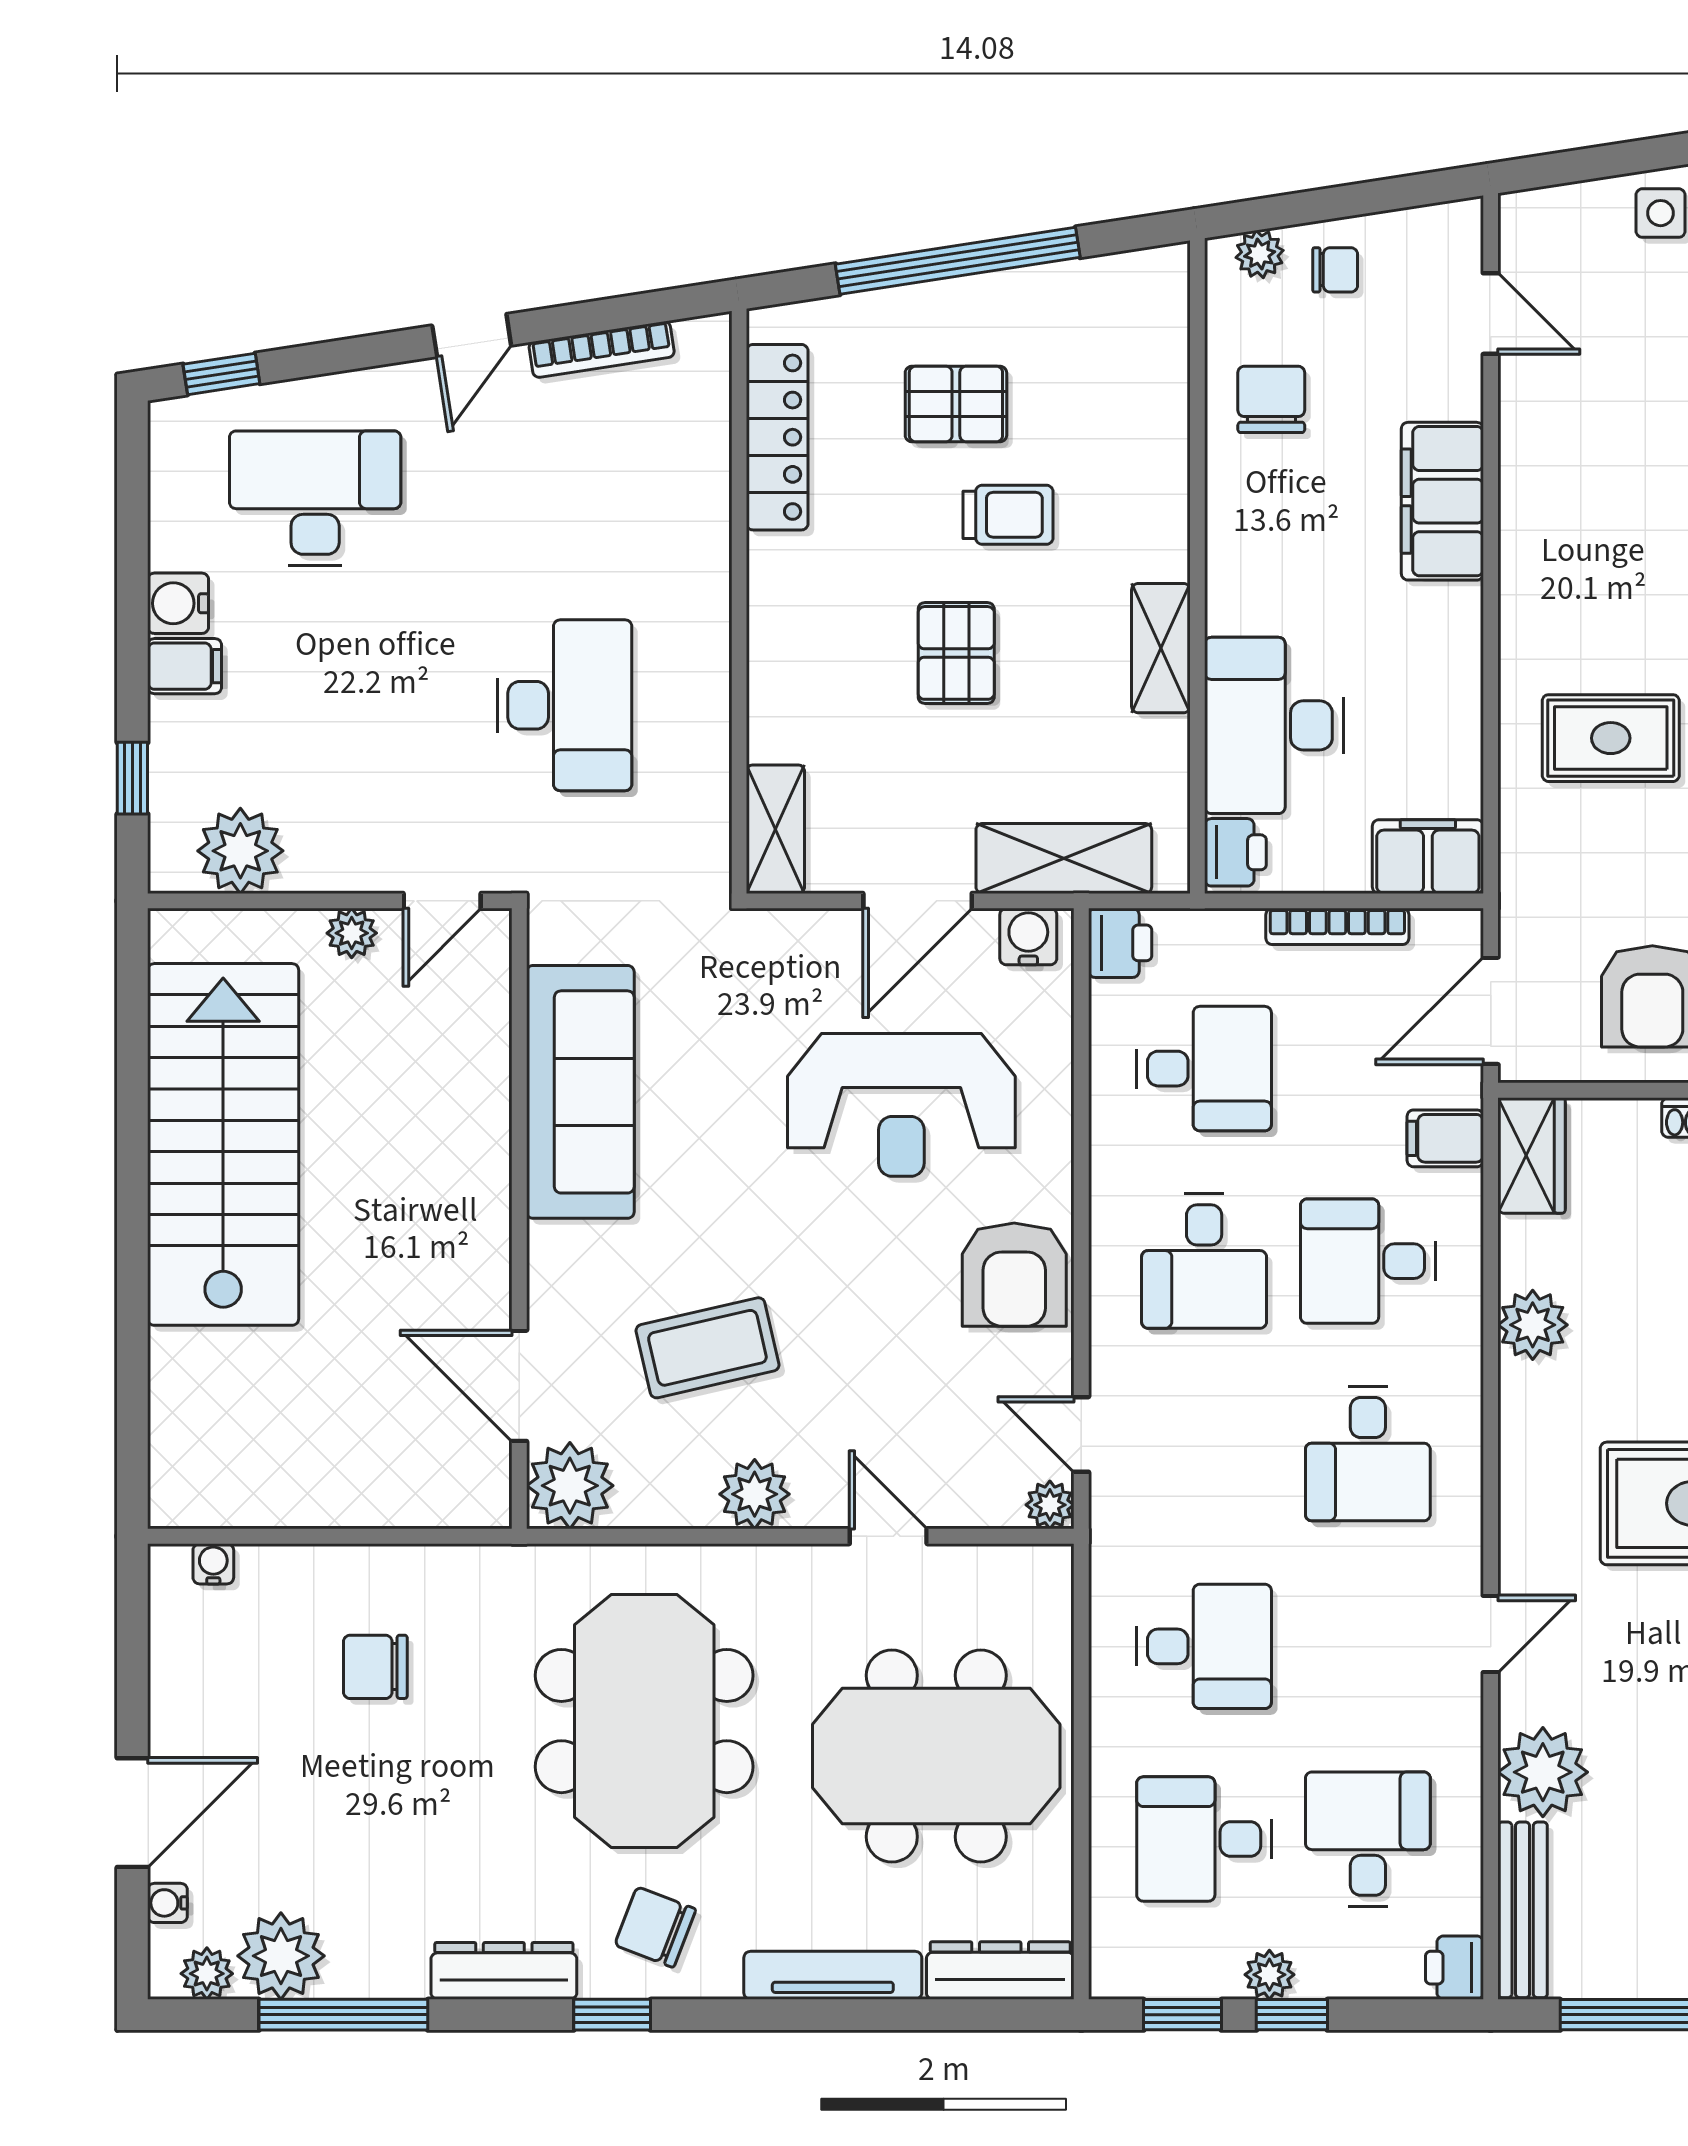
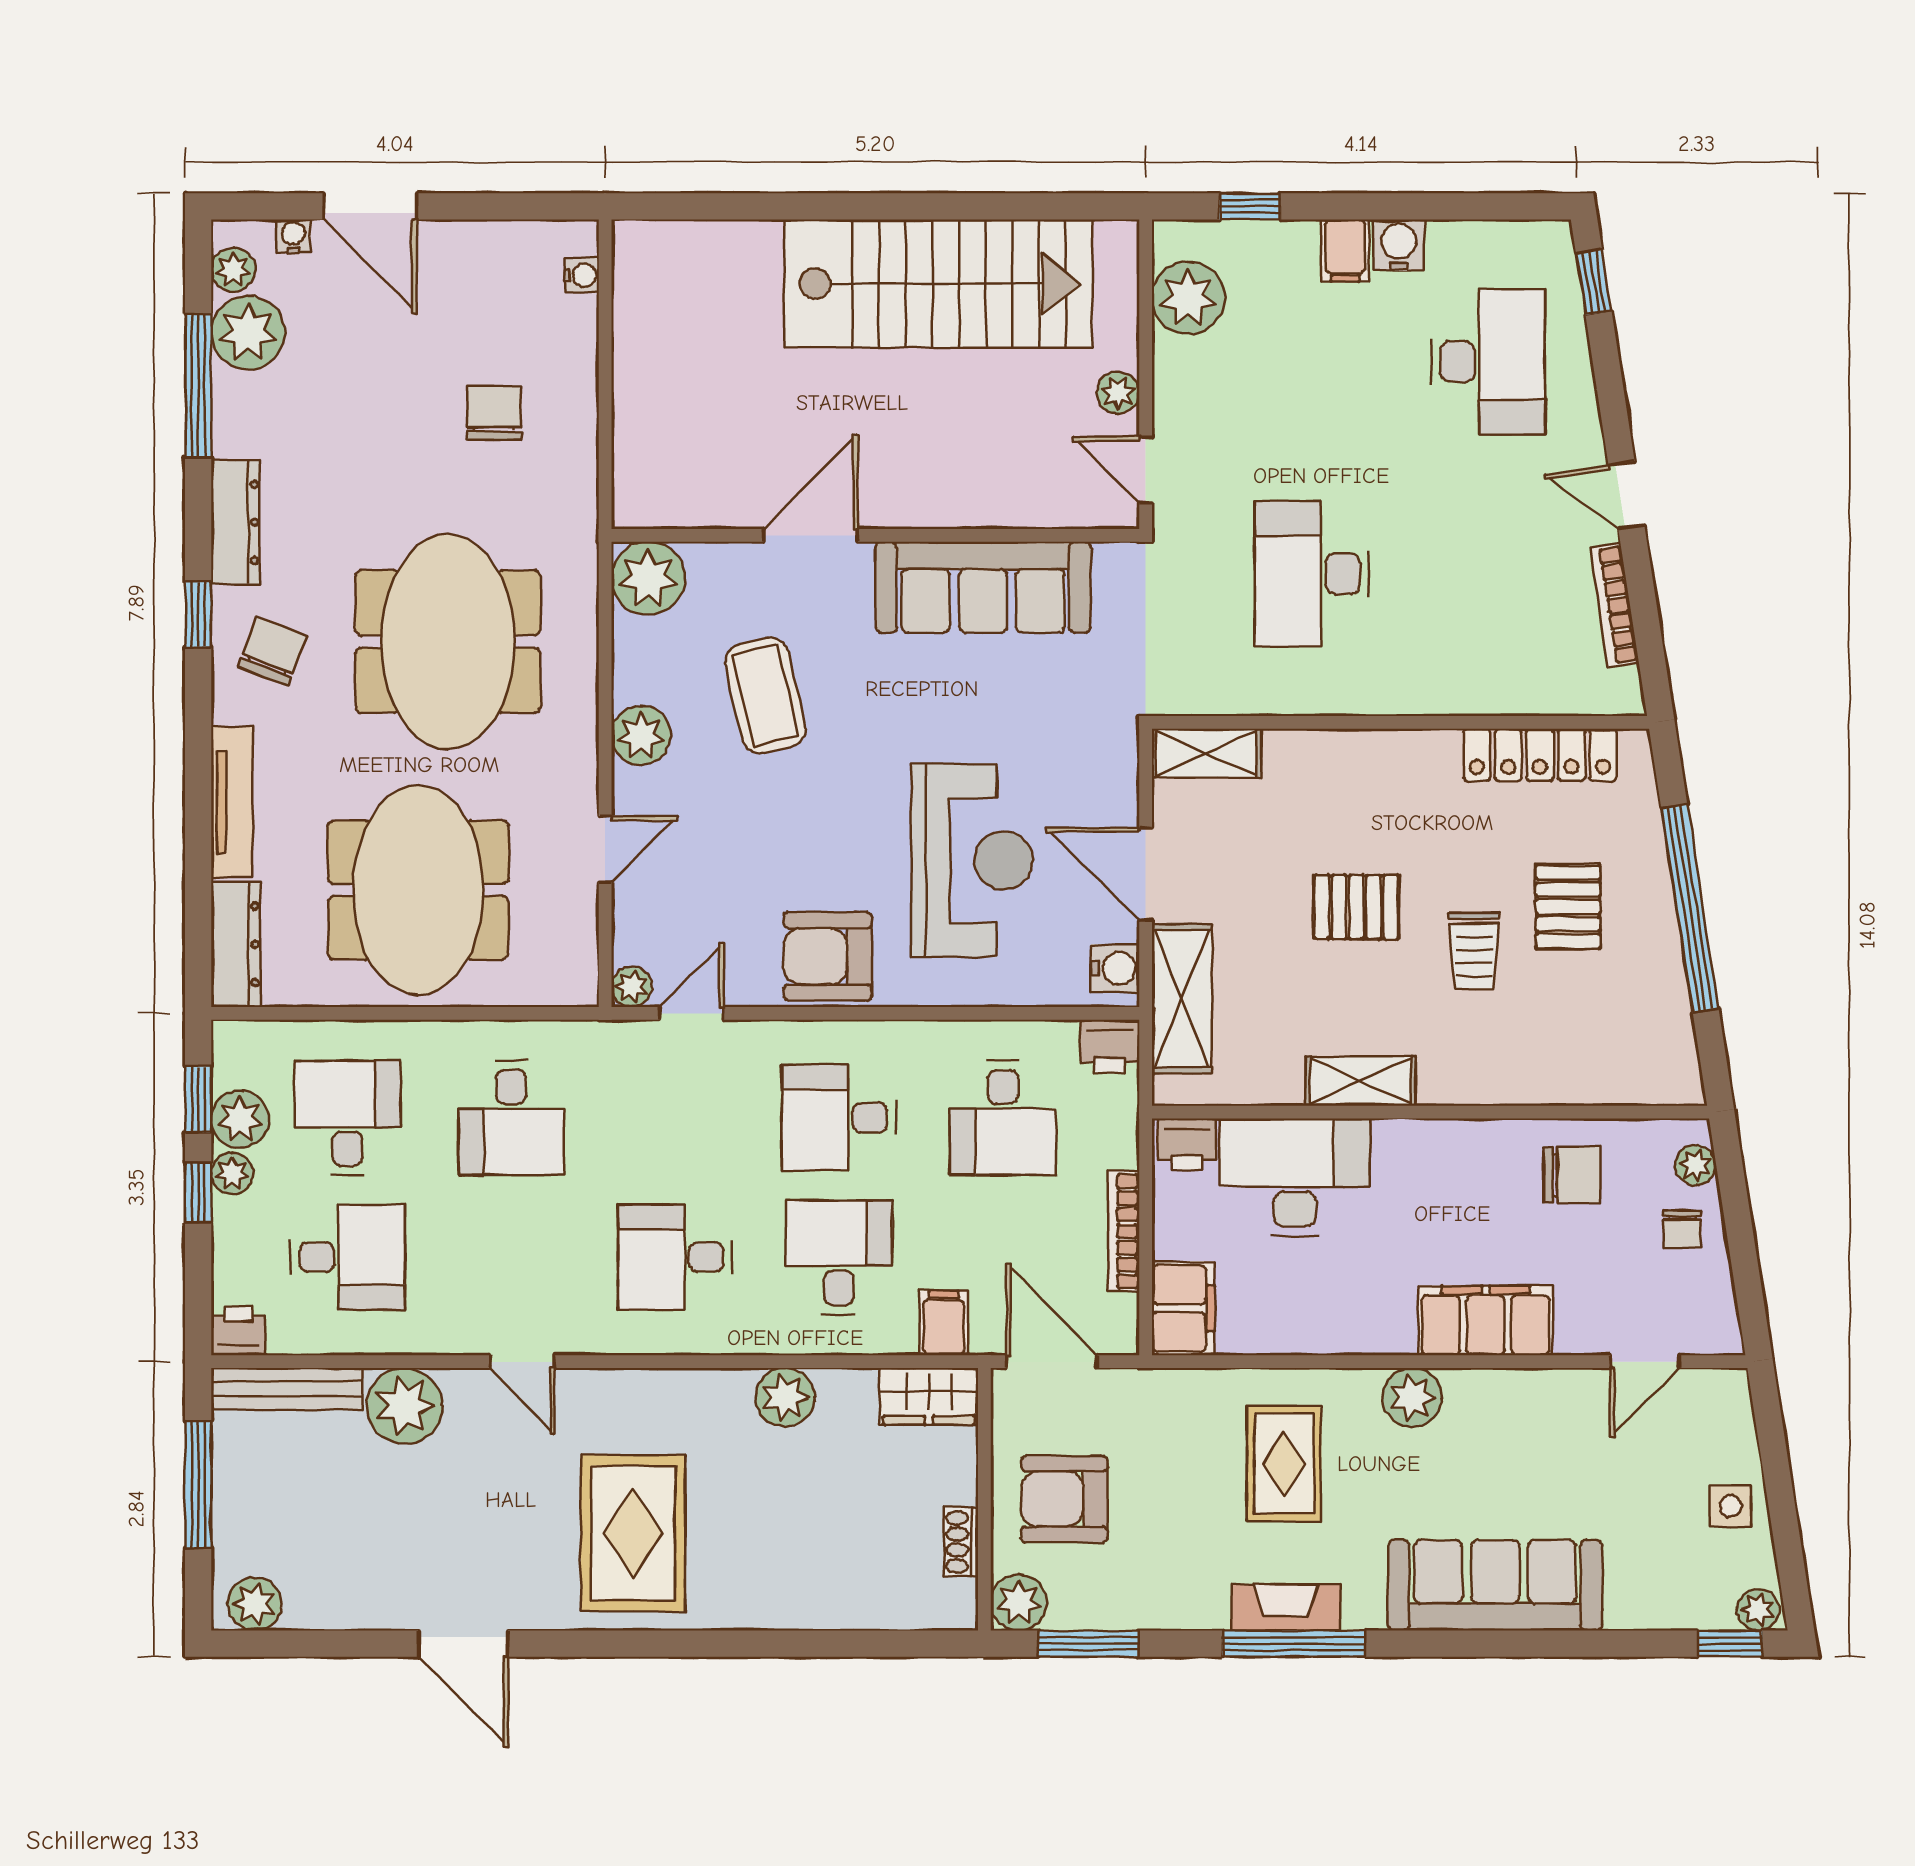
plant: (1533, 587) -> (1412, 1397), added
desk: (564, 705) -> (1312, 574), turned 90
reception desk: (901, 1105) -> (972, 860), turned 180
door: (519, 1386) -> (811, 535), moved
meeting table: (644, 1721) -> (448, 642), turned 90
plant: (1206, 1965) -> (240, 1119), added

